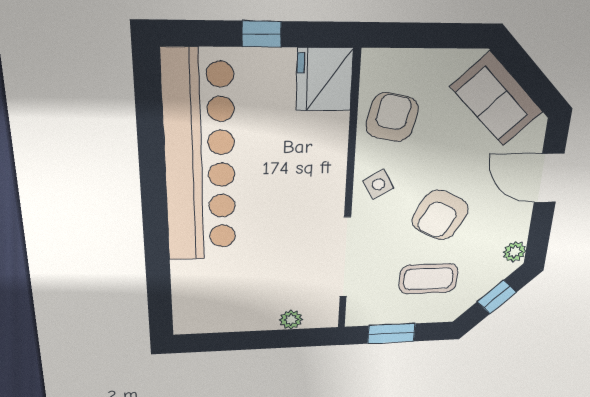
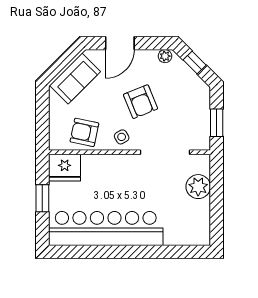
window: (262, 34) -> (42, 198), width x1.50
armchair: (440, 215) -> (141, 102), turned 40
coffee table: (428, 279) -> (181, 104), removed
plant: (291, 320) -> (198, 187), width x1.88, depth x1.88

